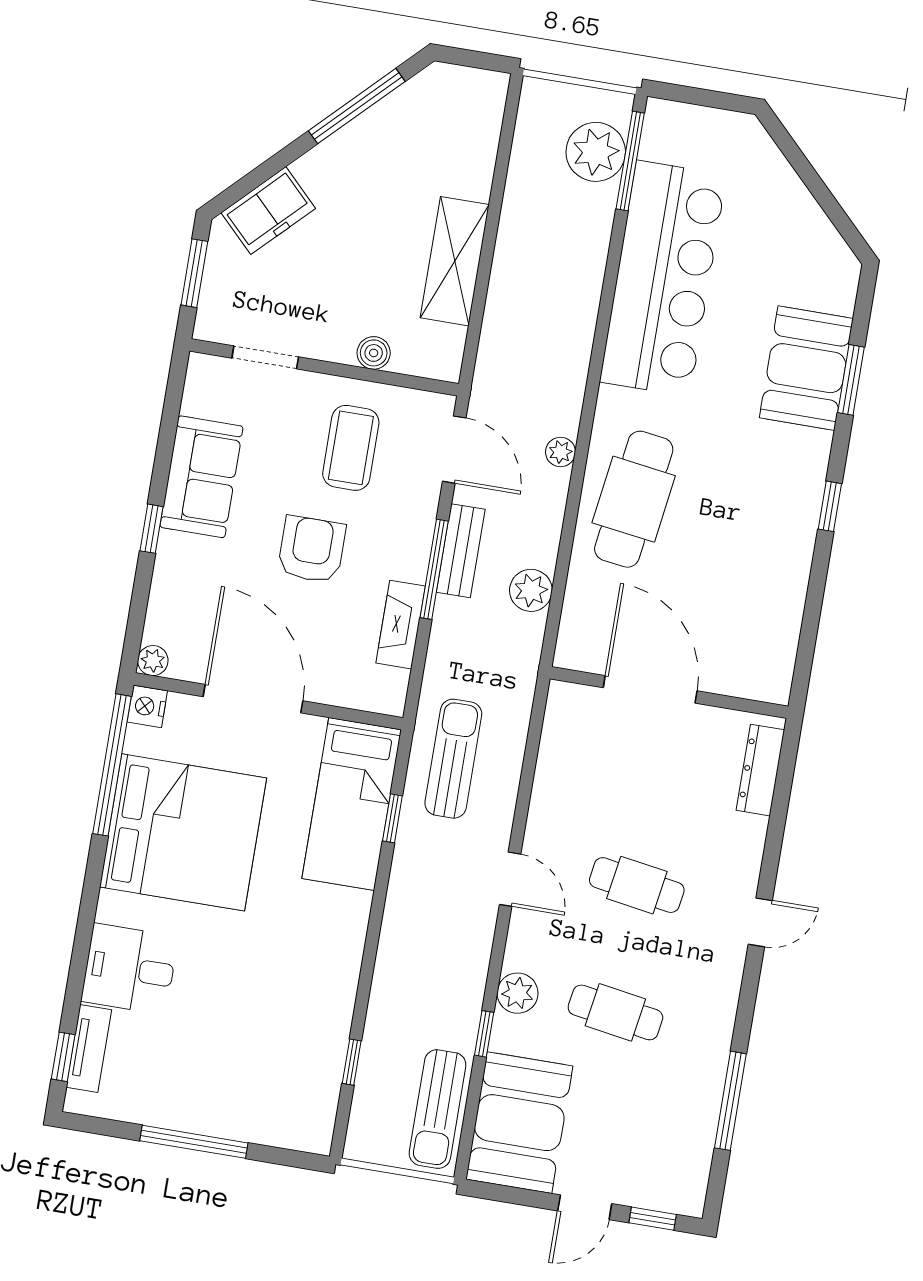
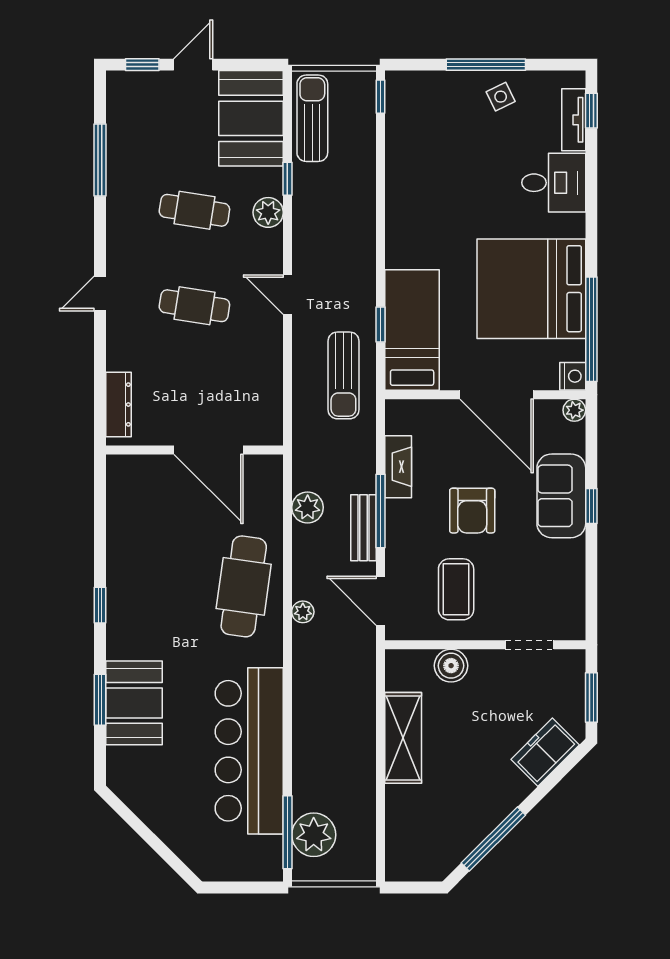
boiler: (374, 353) -> (451, 666), width x1.36, depth x1.36
sofa: (202, 477) -> (561, 496), moved
window: (352, 1062) -> (381, 97), moved
side table: (181, 1096) -> (501, 97), added

